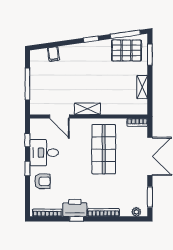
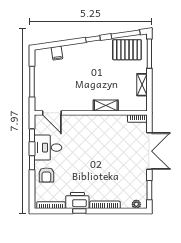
window: (150, 55) -> (149, 54), width x1.44
shelving: (87, 109) -> (106, 106), moved
door: (59, 116) -> (52, 113), moved
shop shelf: (104, 149) -> (105, 144), removed
armchair: (42, 181) -> (46, 175), turned 90

